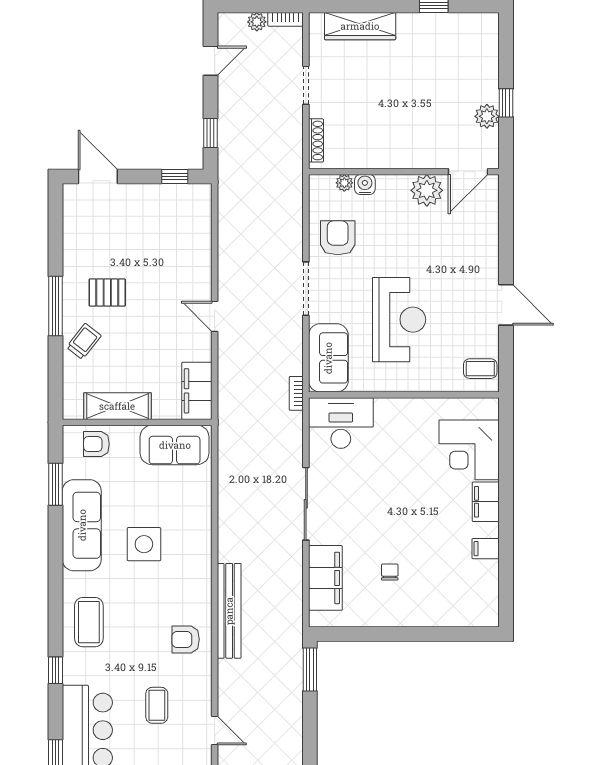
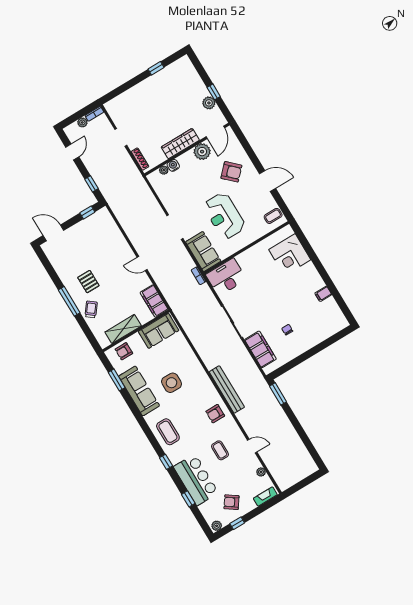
wardrobe: (360, 26) -> (180, 144), moved, turned 180
armchair: (338, 238) -> (231, 172), moved, turned 134
pallet: (107, 292) -> (88, 282), turned 90
reception desk: (399, 320) -> (224, 216), turned 180
filing cabinet: (486, 502) -> (311, 273), removed

